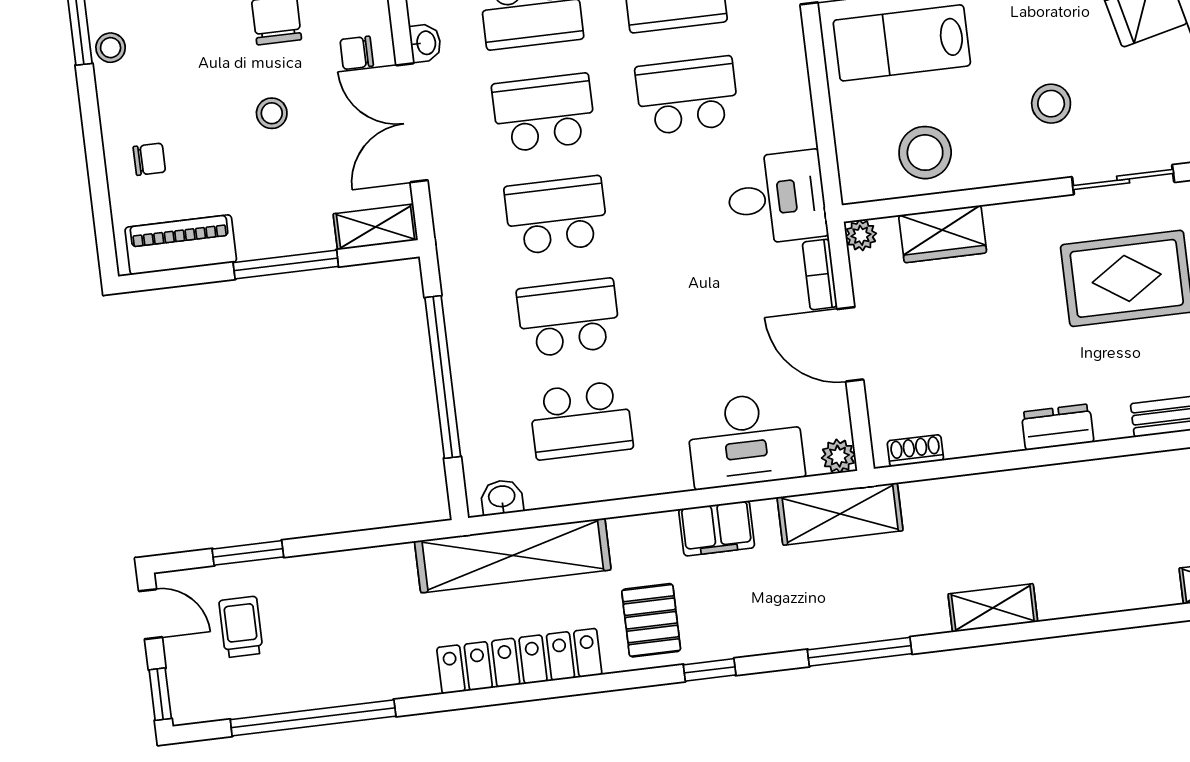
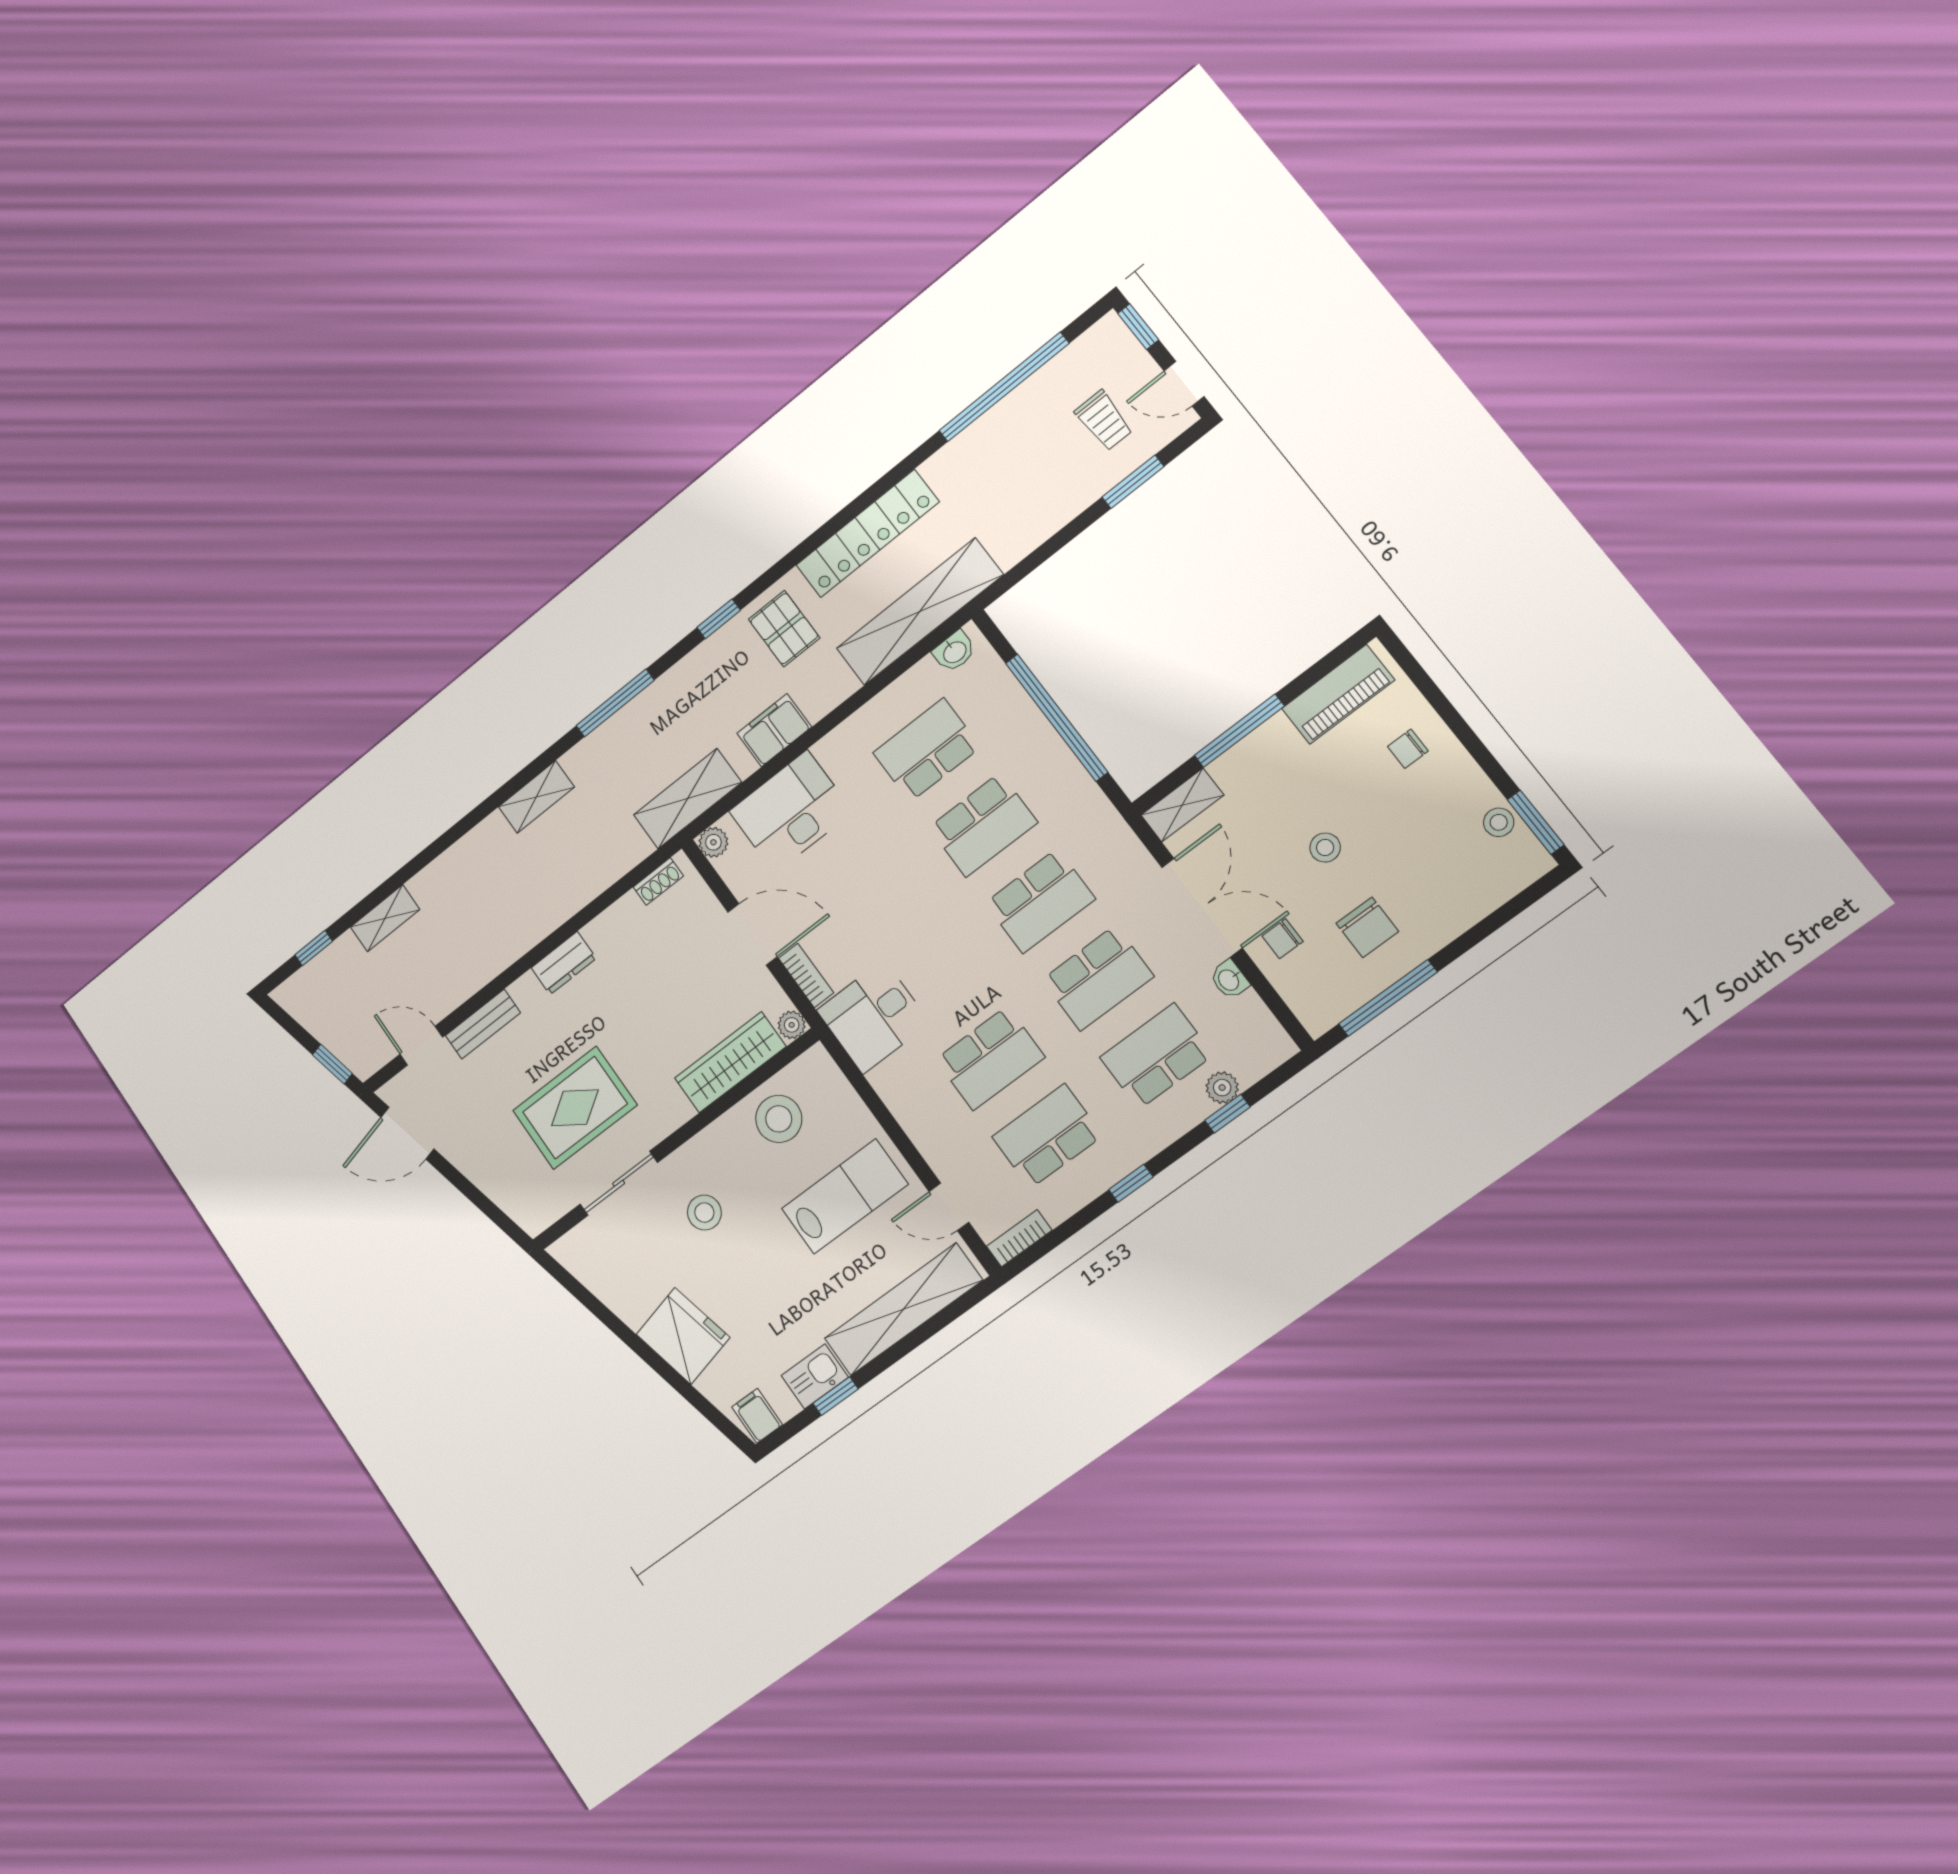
chair: (357, 53) -> (1282, 939), turned 180
wardrobe: (943, 234) -> (730, 1062), width x1.50

